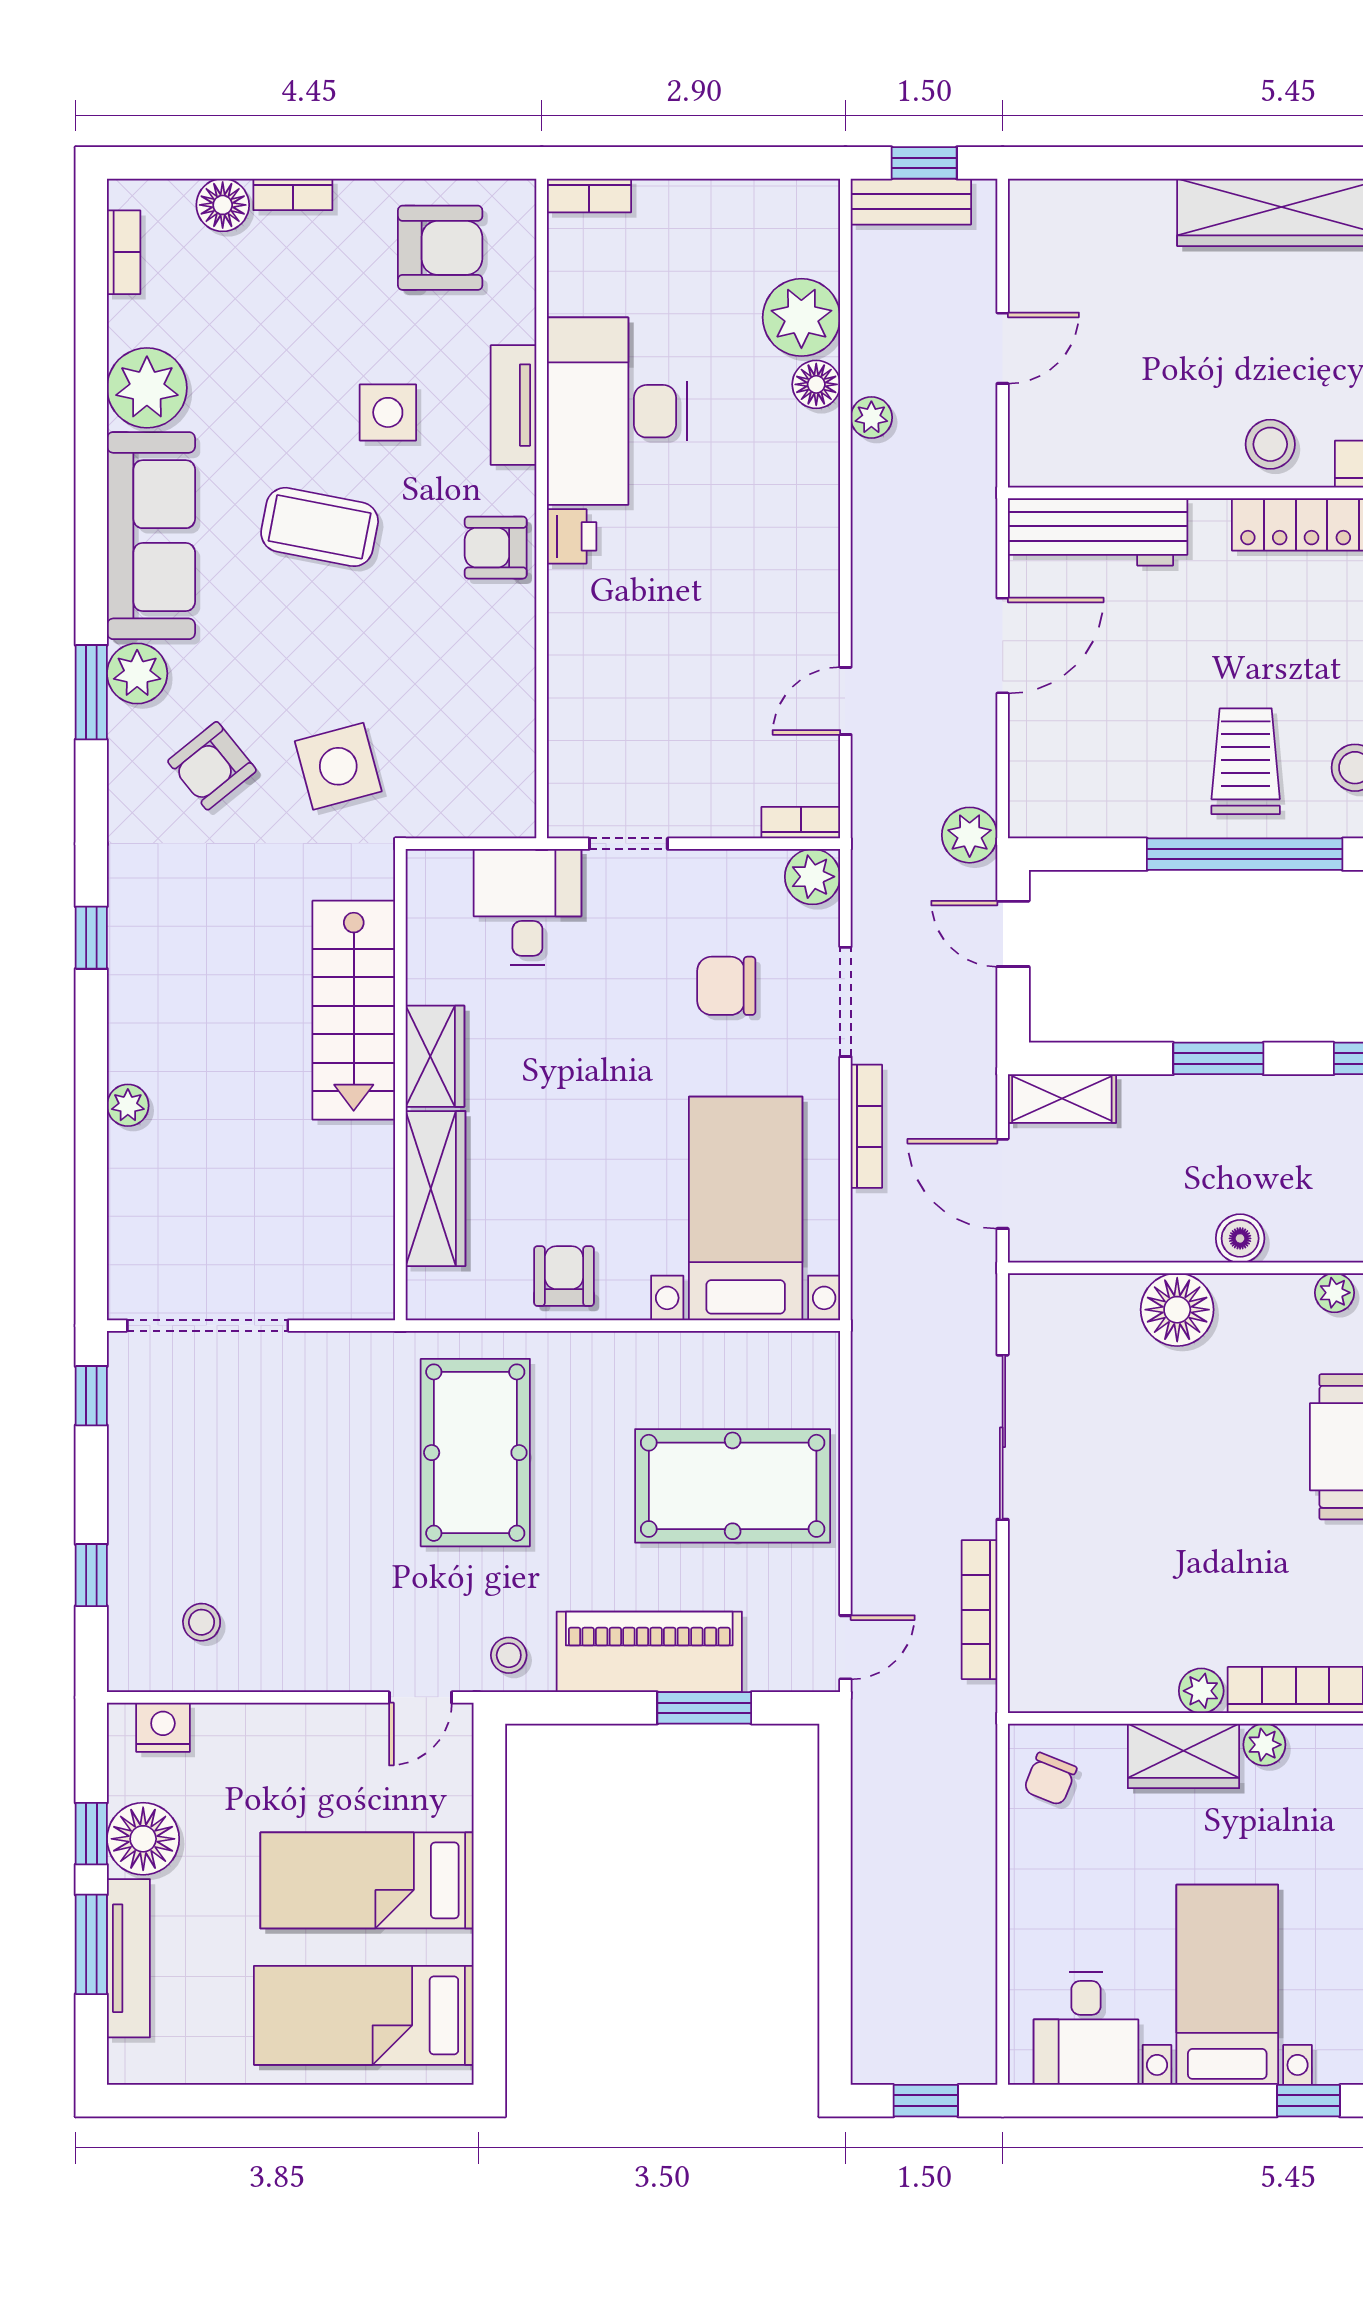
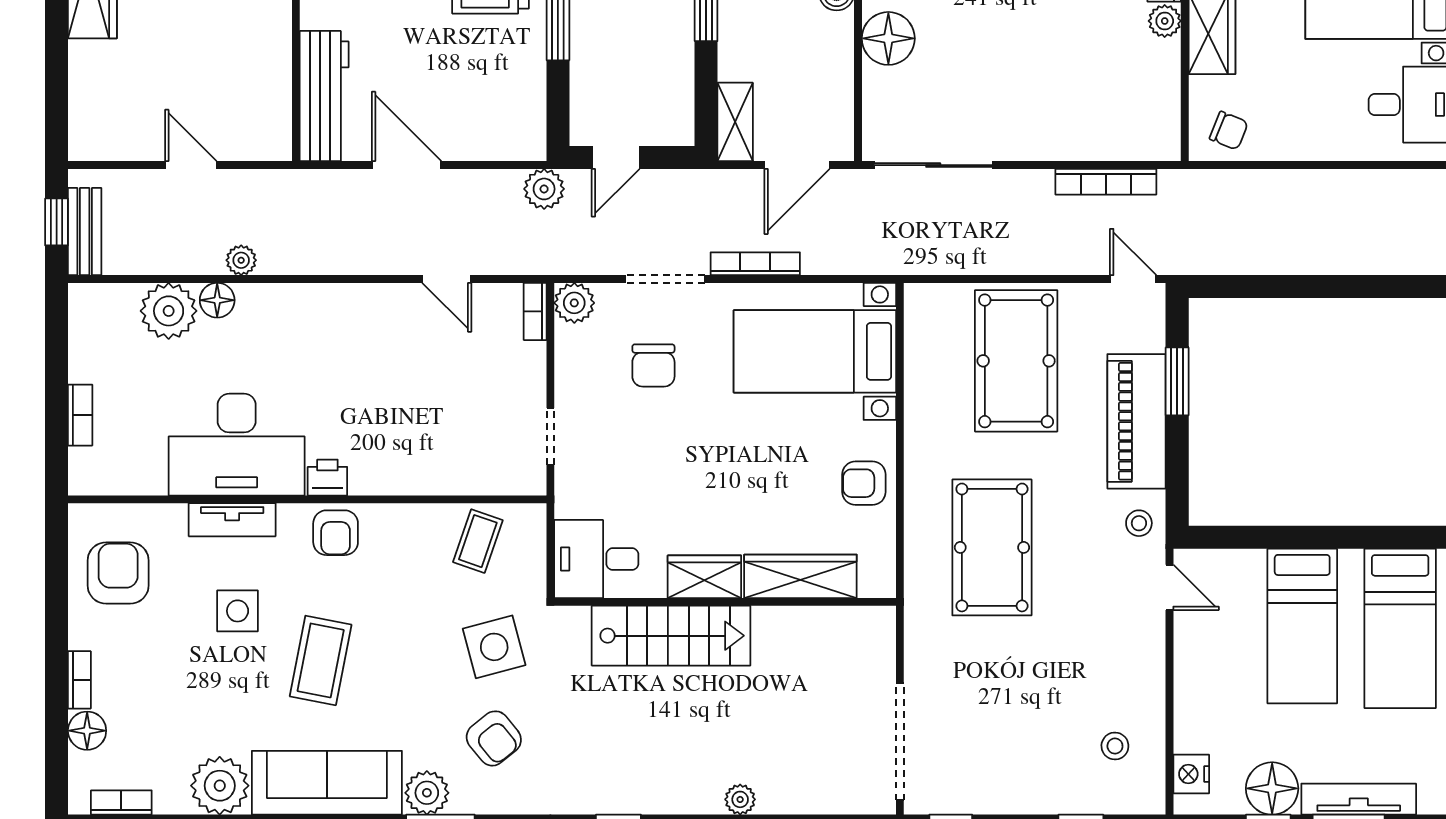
bookcase: (589, 195) -> (80, 415), moved
coffee table: (484, 744) -> (478, 541), added
desk: (527, 907) -> (596, 559), moved
sliding door: (1003, 1437) -> (933, 165), moved
pool table: (475, 1453) -> (992, 547), turned 90

